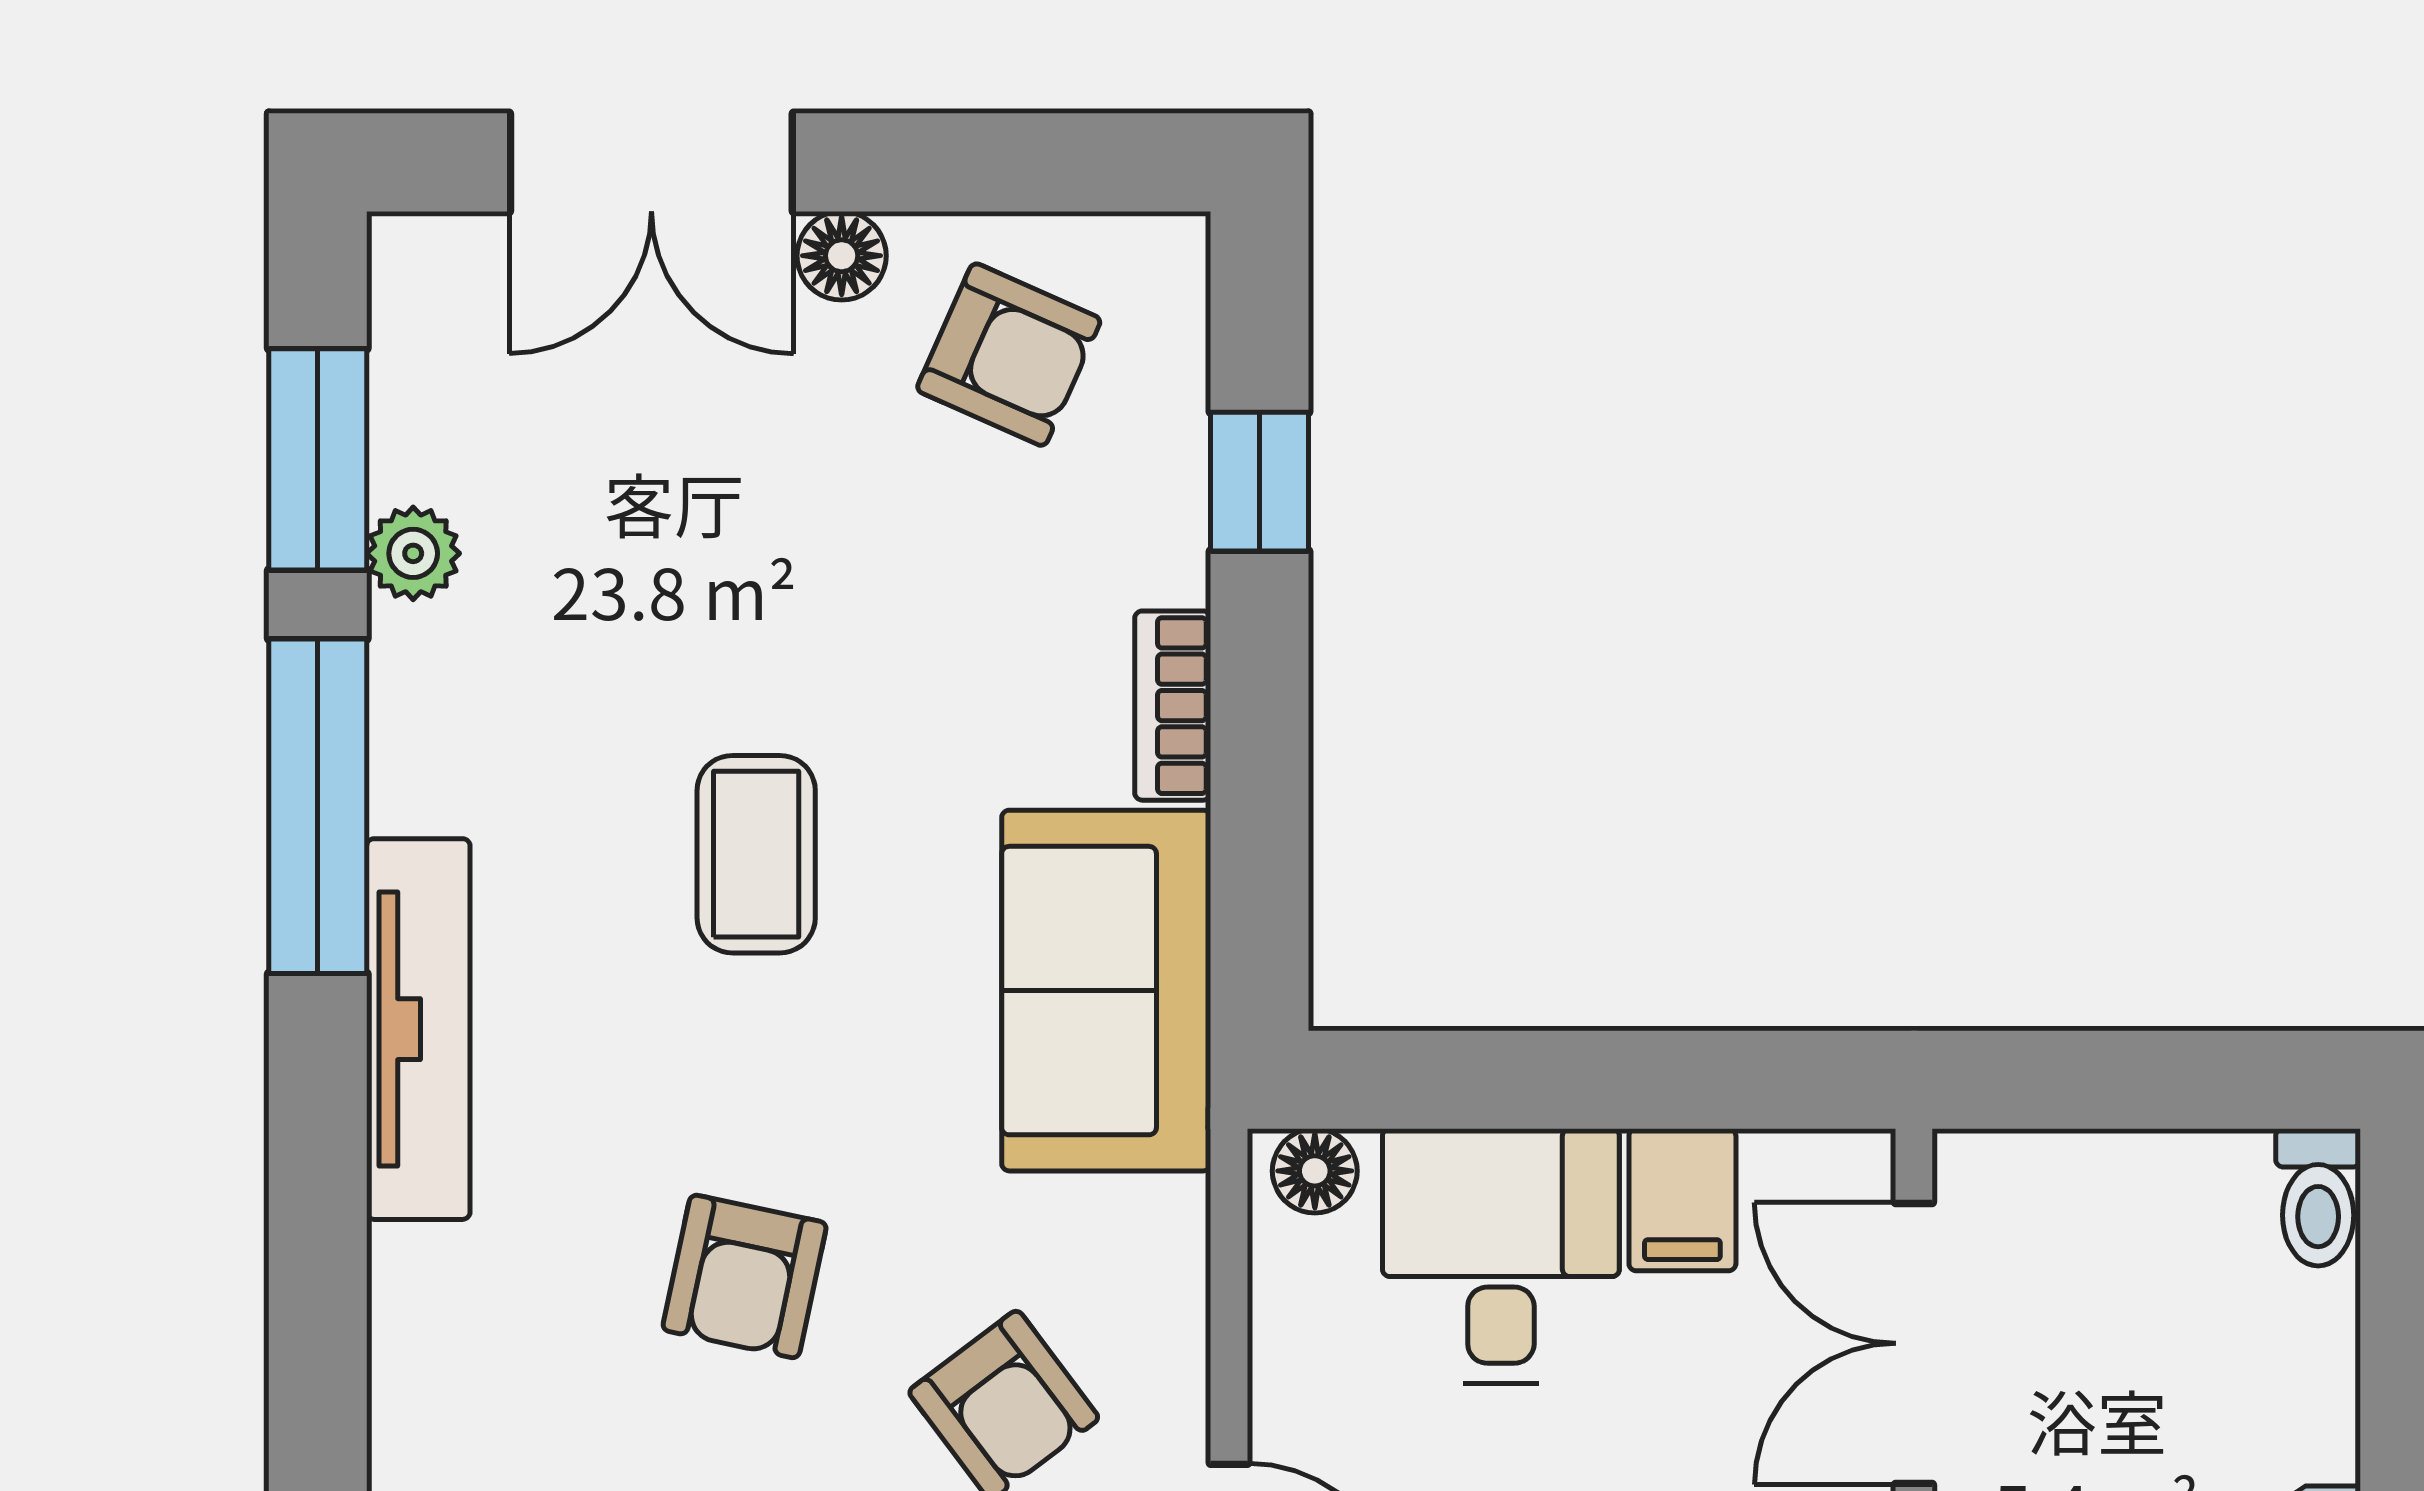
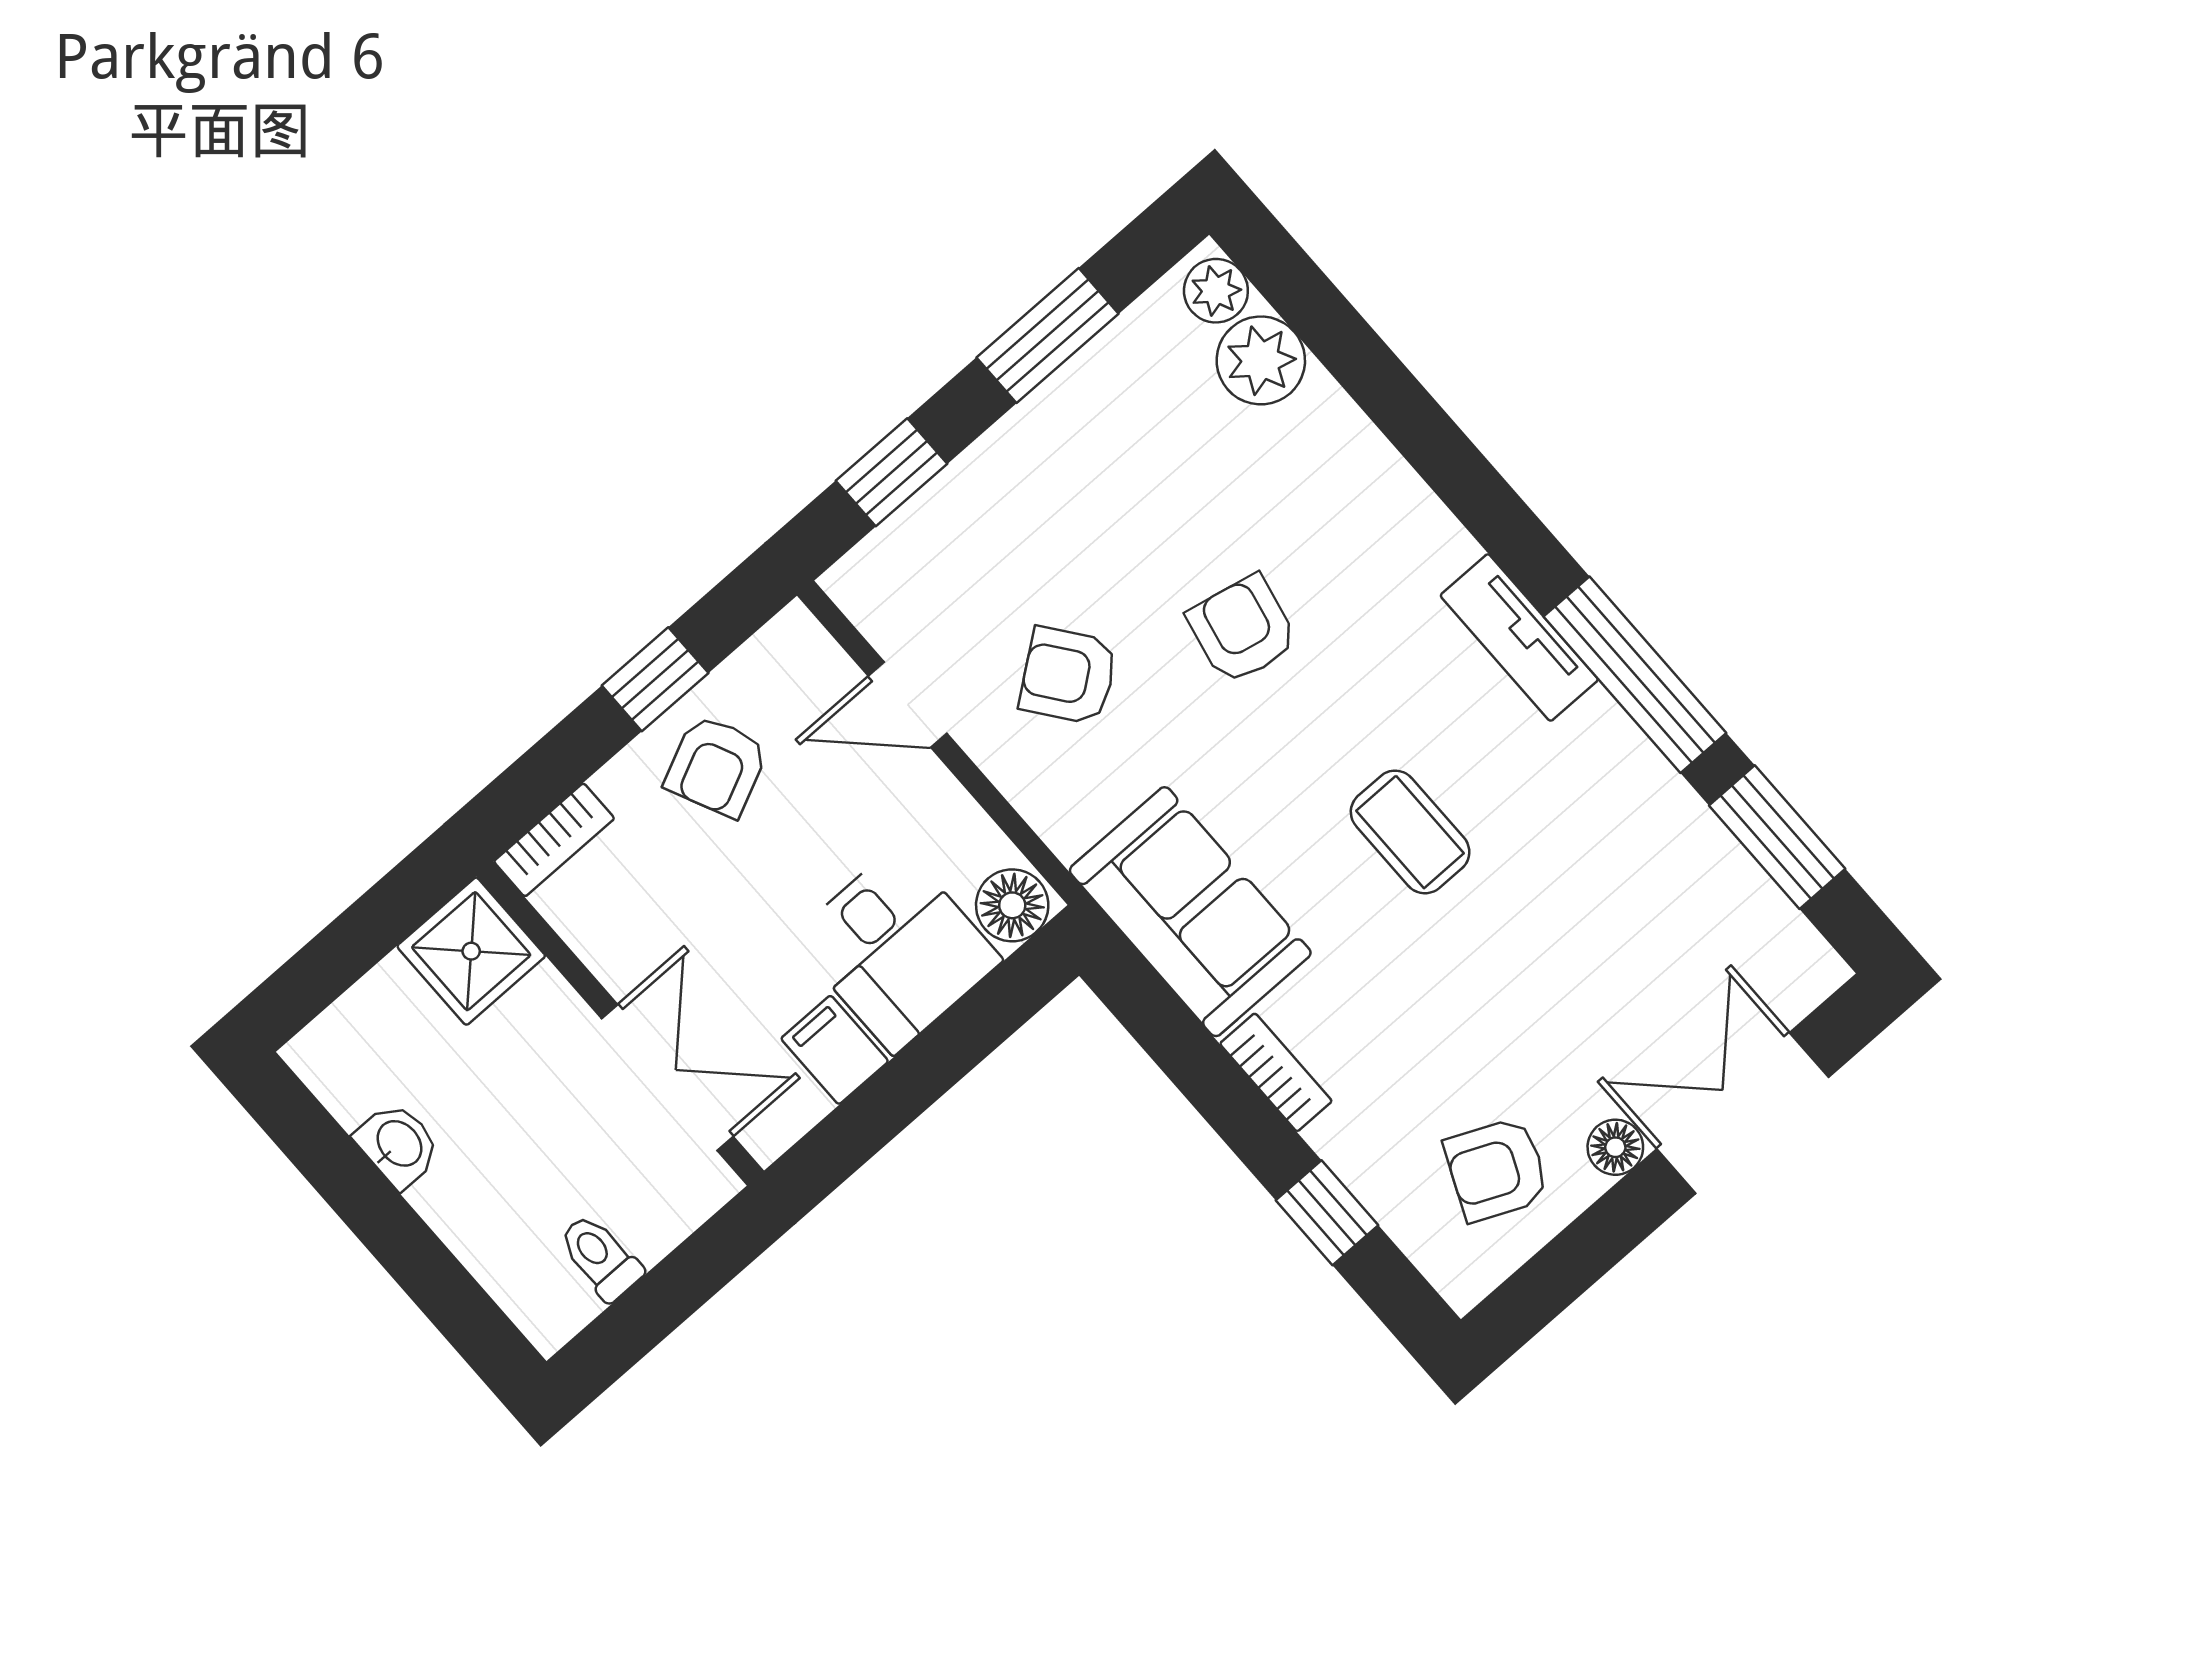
plant: (413, 553) -> (1694, 832), removed
tv unit: (418, 1029) -> (1519, 638), width x0.71
floor lamp: (1315, 1171) -> (1012, 905), width x1.37, depth x1.37
toilet: (2318, 1197) -> (600, 1257), moved

